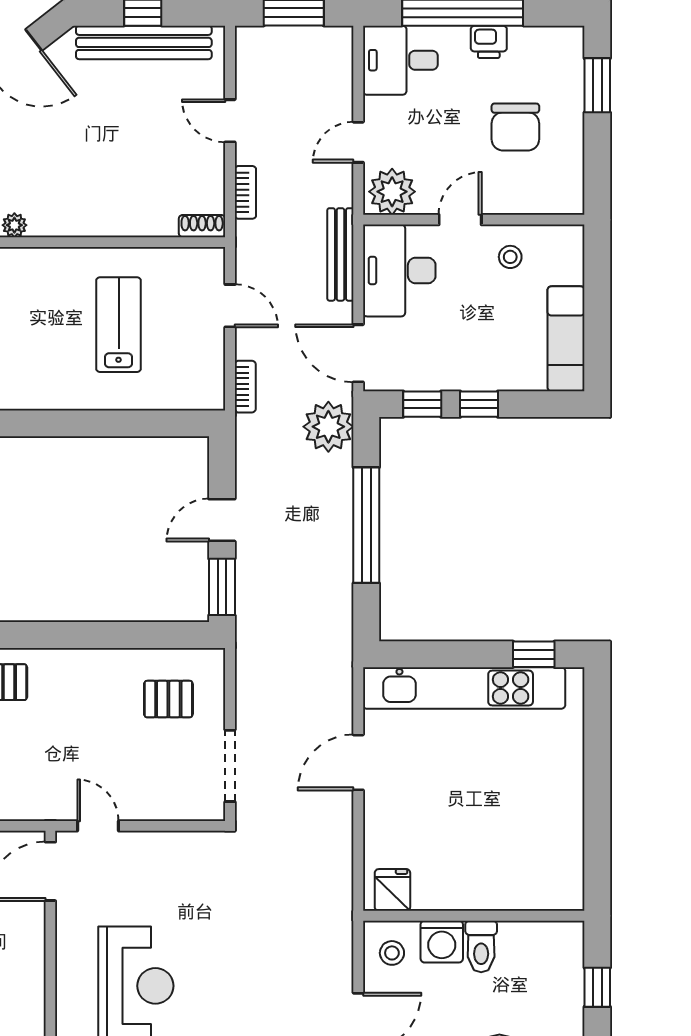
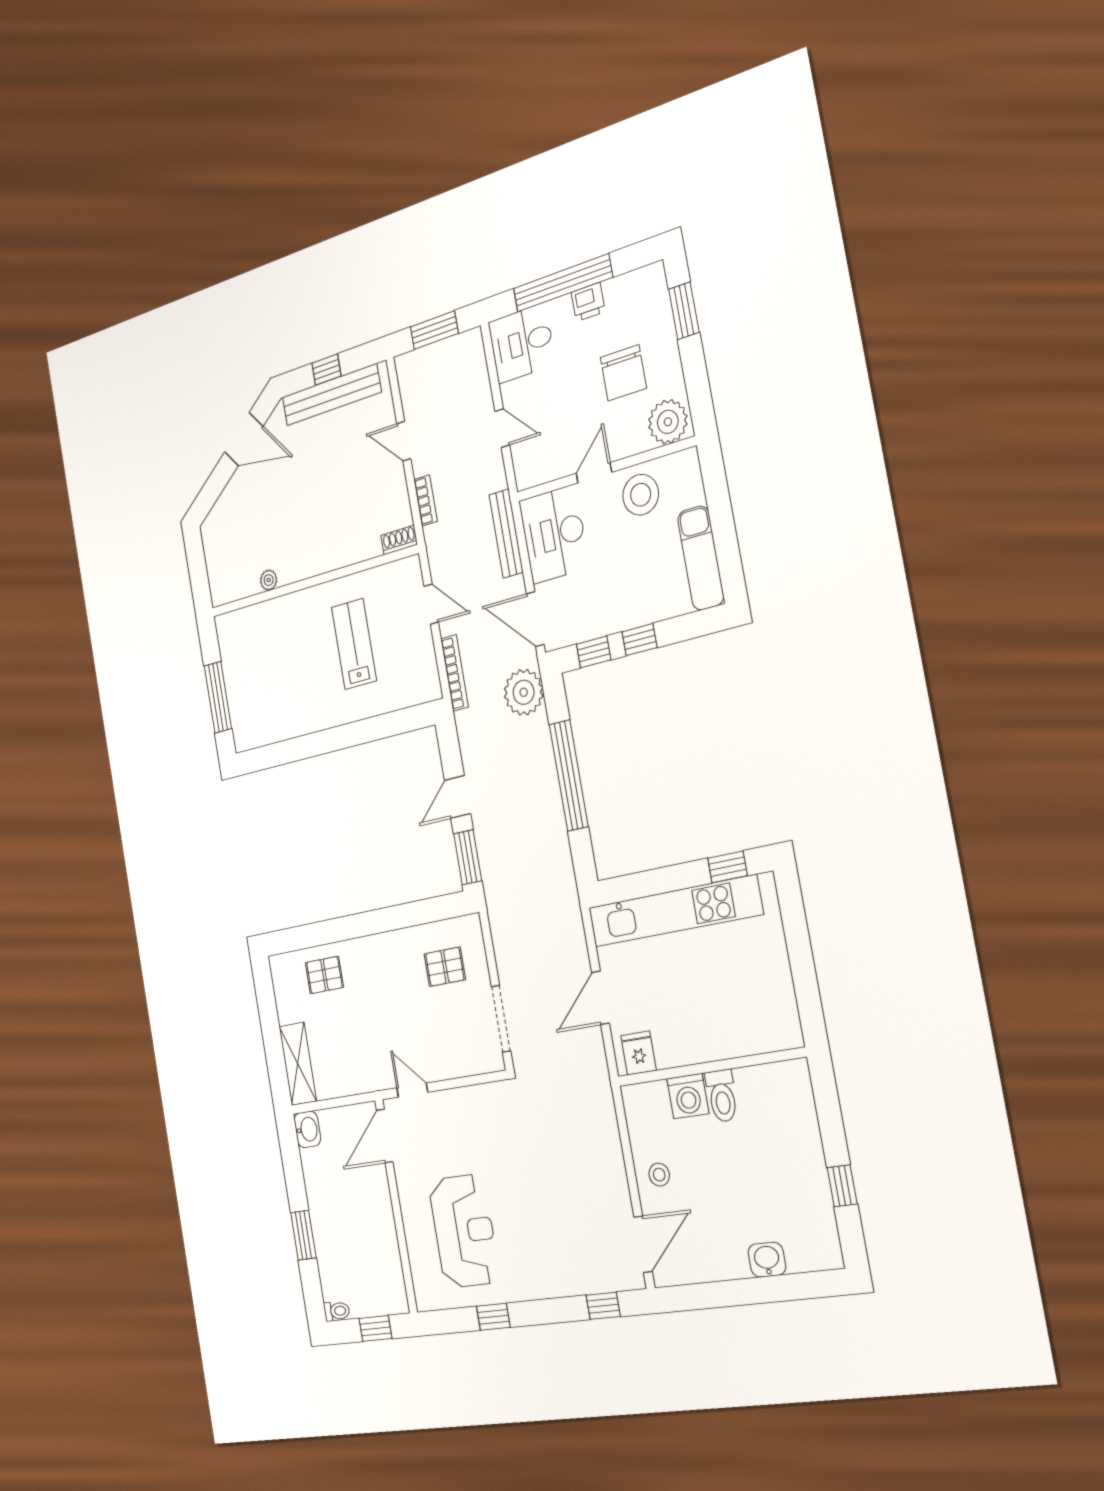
door: (358, 142) -> (502, 428), swing flipped
plant: (392, 192) -> (668, 422), moved
stool: (510, 257) -> (641, 495), width x1.89, depth x1.89
bookcase: (245, 387) -> (455, 673), width x1.56
fridge: (392, 890) -> (639, 1053), moved
wall: (474, 916) -> (710, 1067), moved
washing machine: (442, 942) -> (688, 1096), moved
toilet: (481, 946) -> (722, 1096), moved

